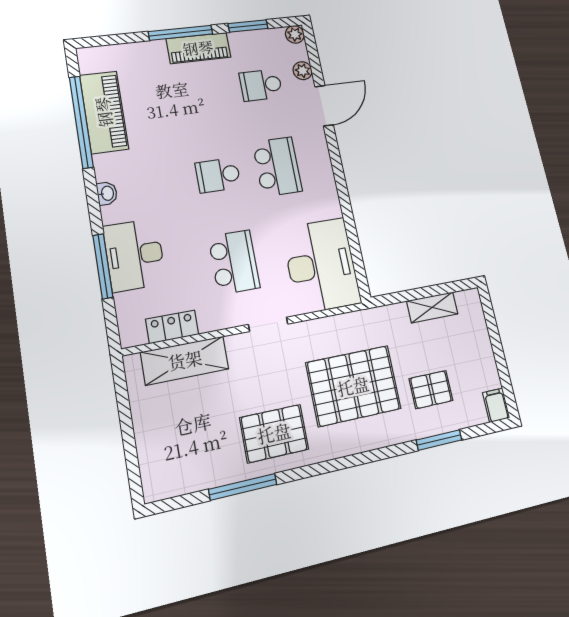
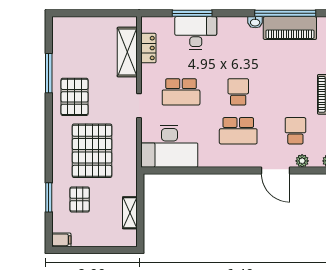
washbasin: (107, 193) -> (255, 22), moved

